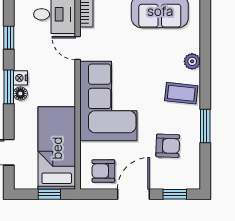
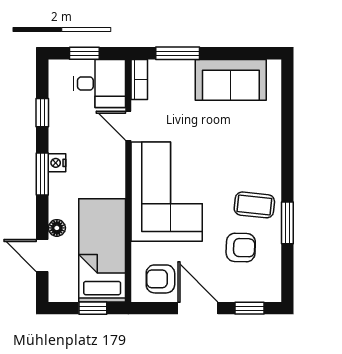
plant: (192, 61) -> (271, 142), removed
coffee table: (181, 93) -> (254, 205), moved
floor lamp: (20, 94) -> (57, 228), moved
door: (133, 194) -> (198, 308), hinge flipped

